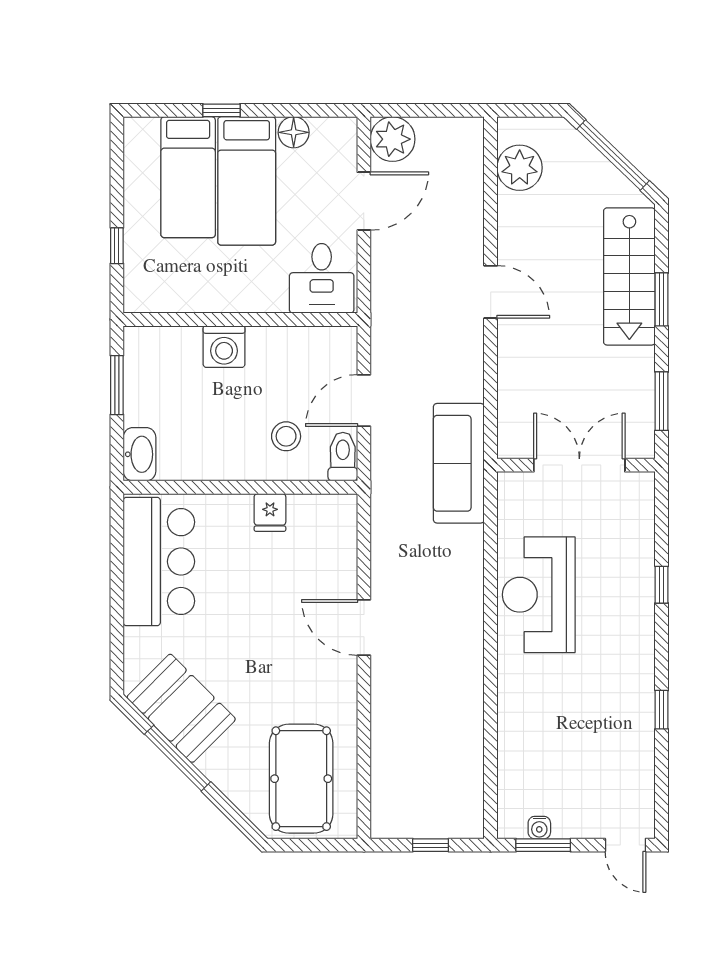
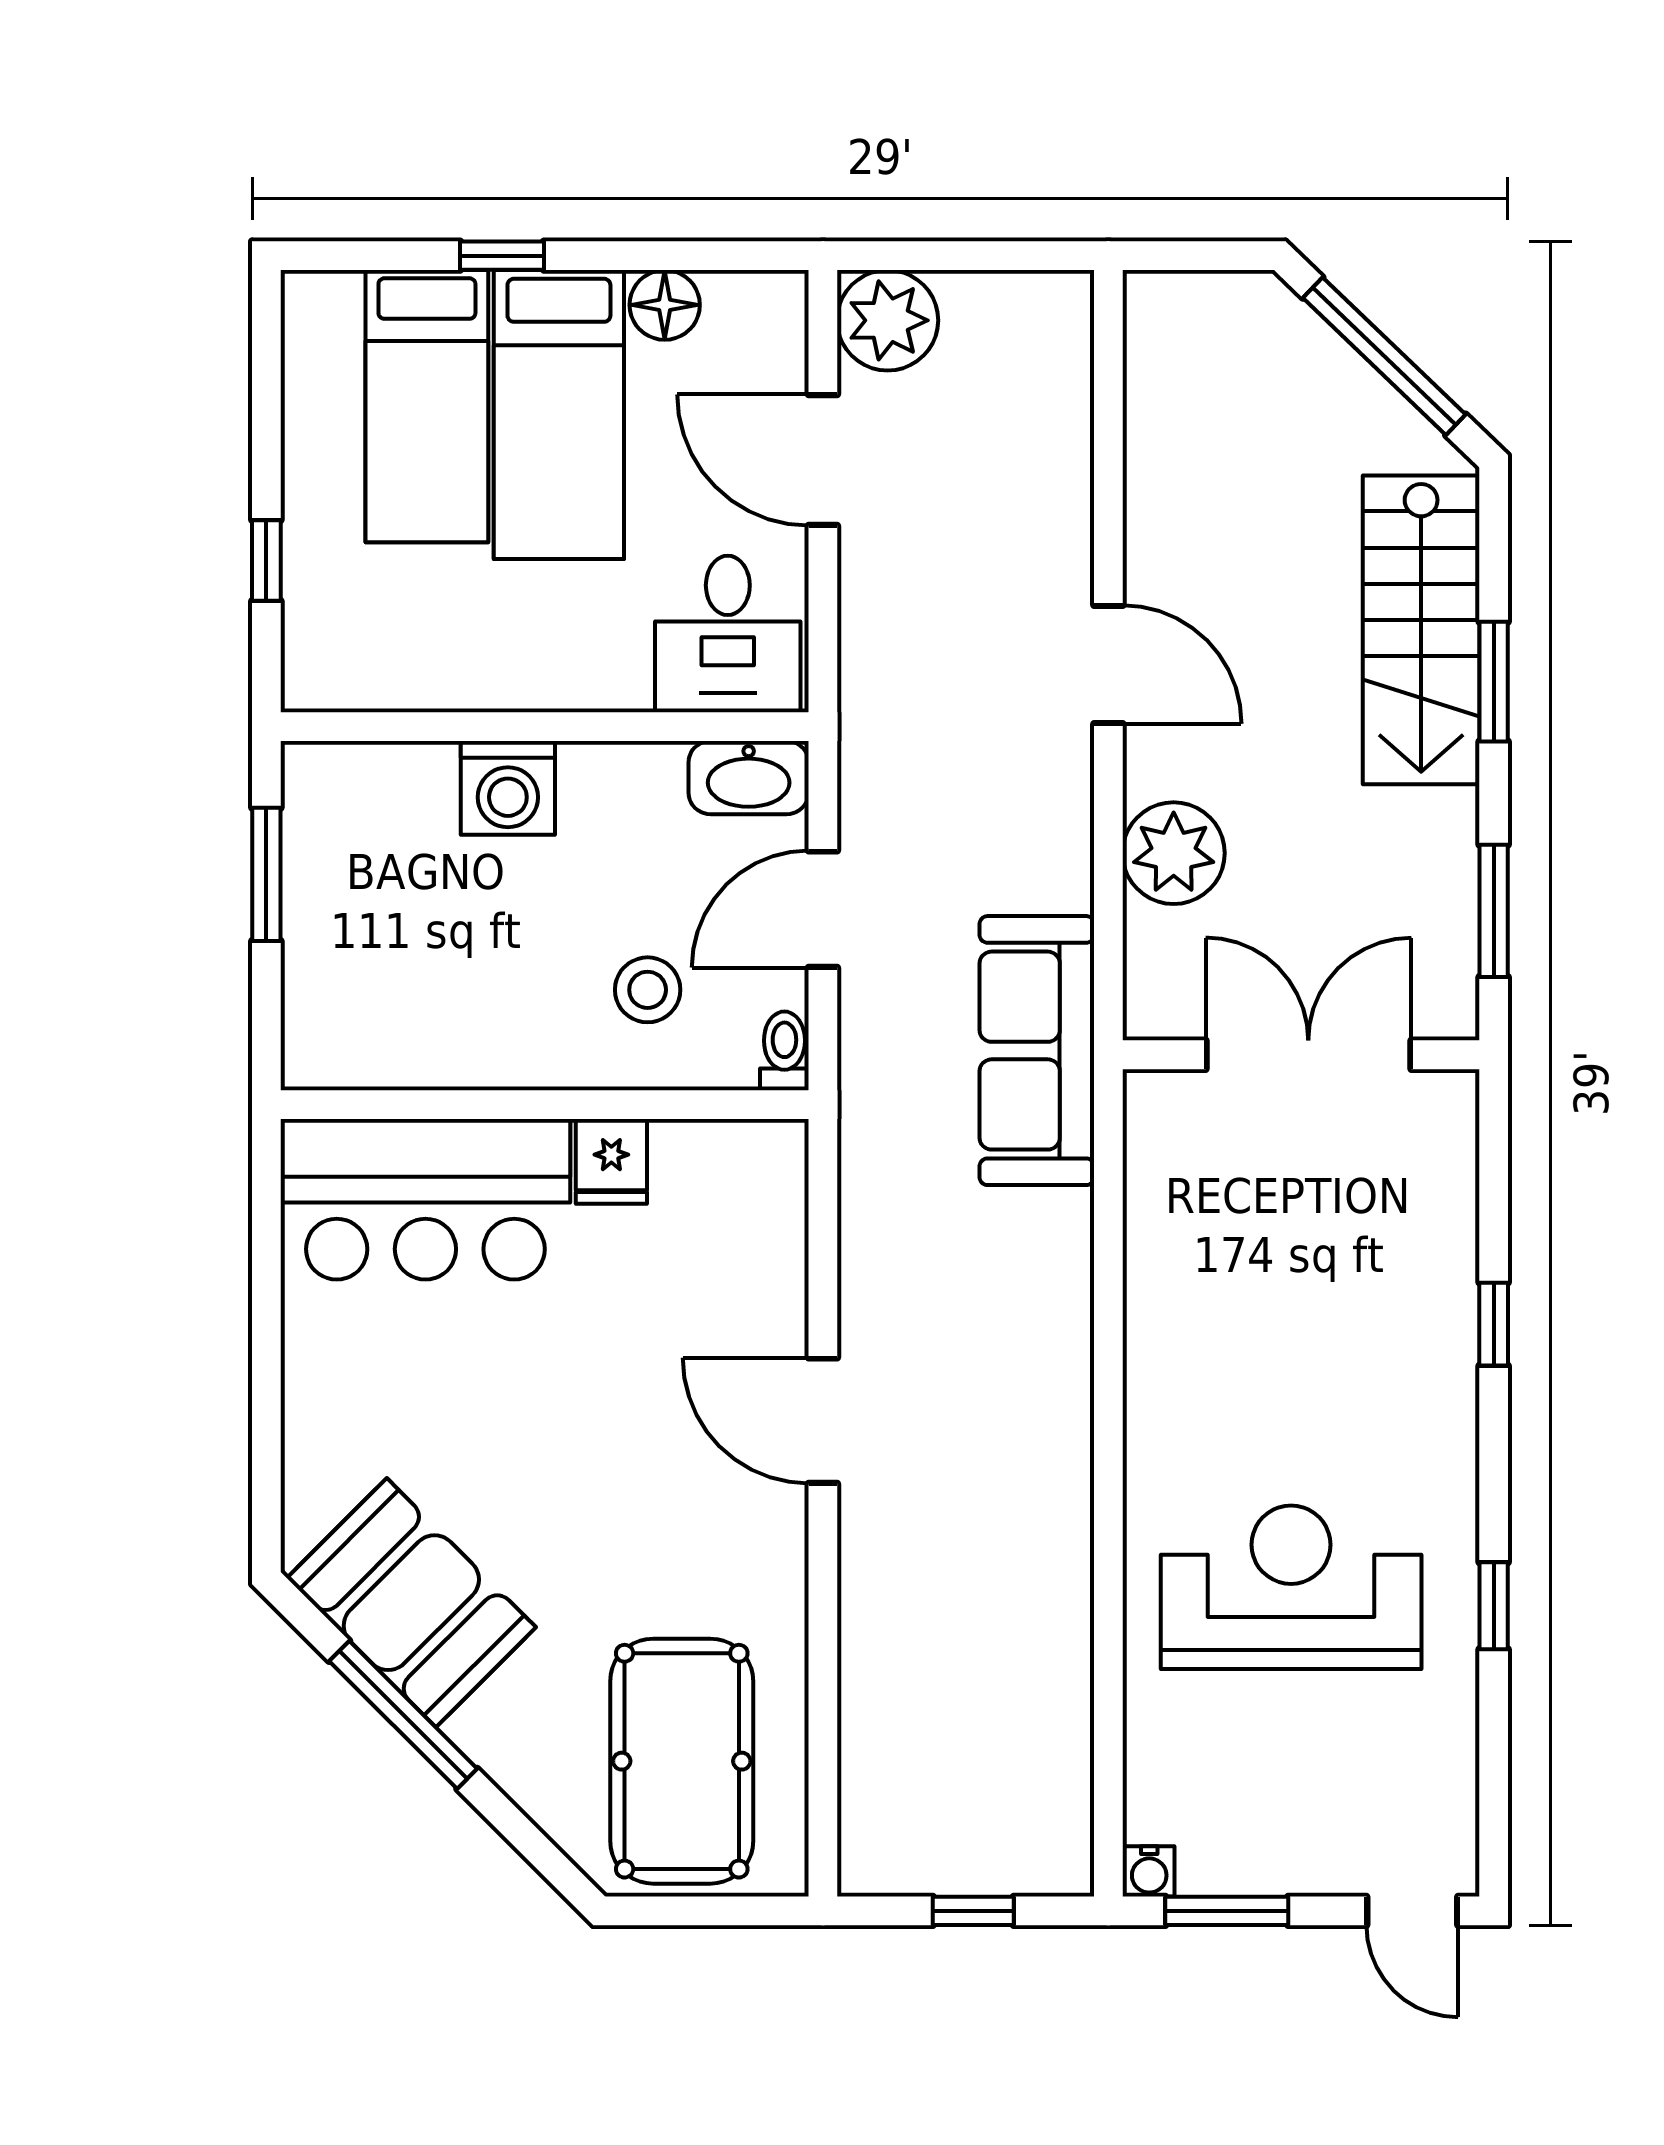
plant: (520, 168) -> (1174, 853), moved
door: (364, 201) -> (823, 460), swing flipped
washbasin: (139, 454) -> (749, 778), moved, turned 90
toilet: (343, 457) -> (784, 1051), width x0.73, depth x0.72
bar counter: (159, 562) -> (425, 1199), moved, turned 90
reception desk: (539, 595) -> (1291, 1587), moved, turned 90
water cooler: (539, 828) -> (1149, 1871), moved

